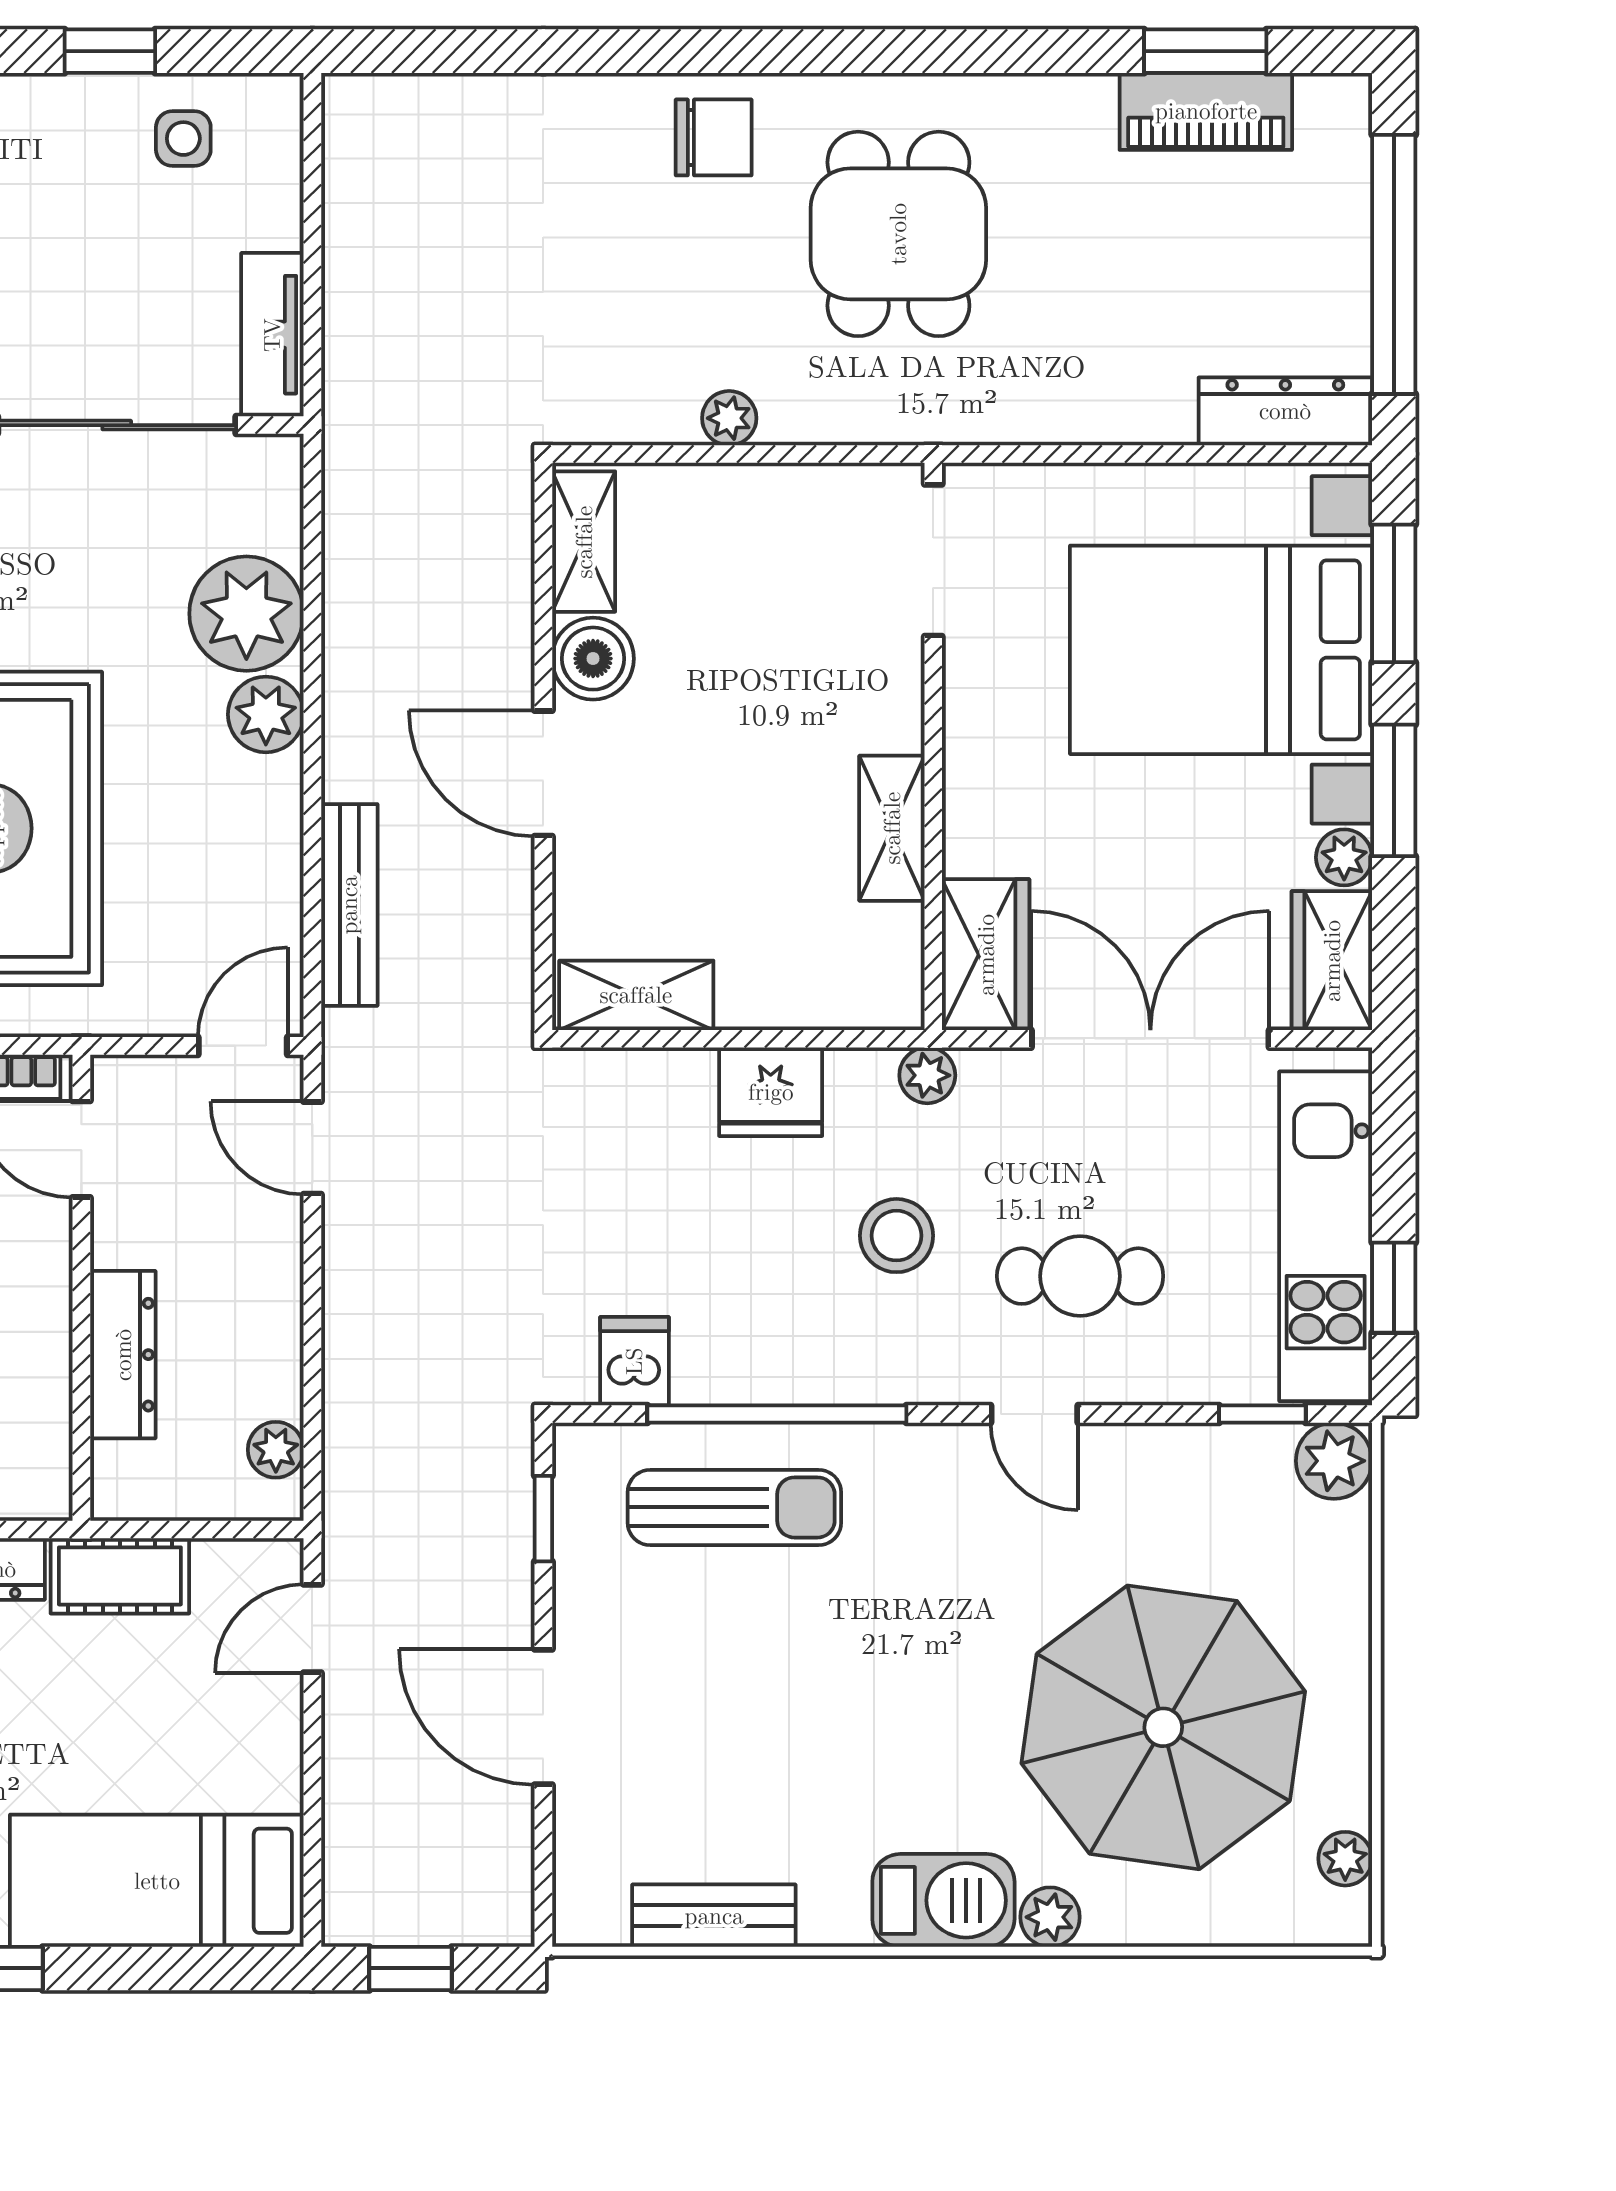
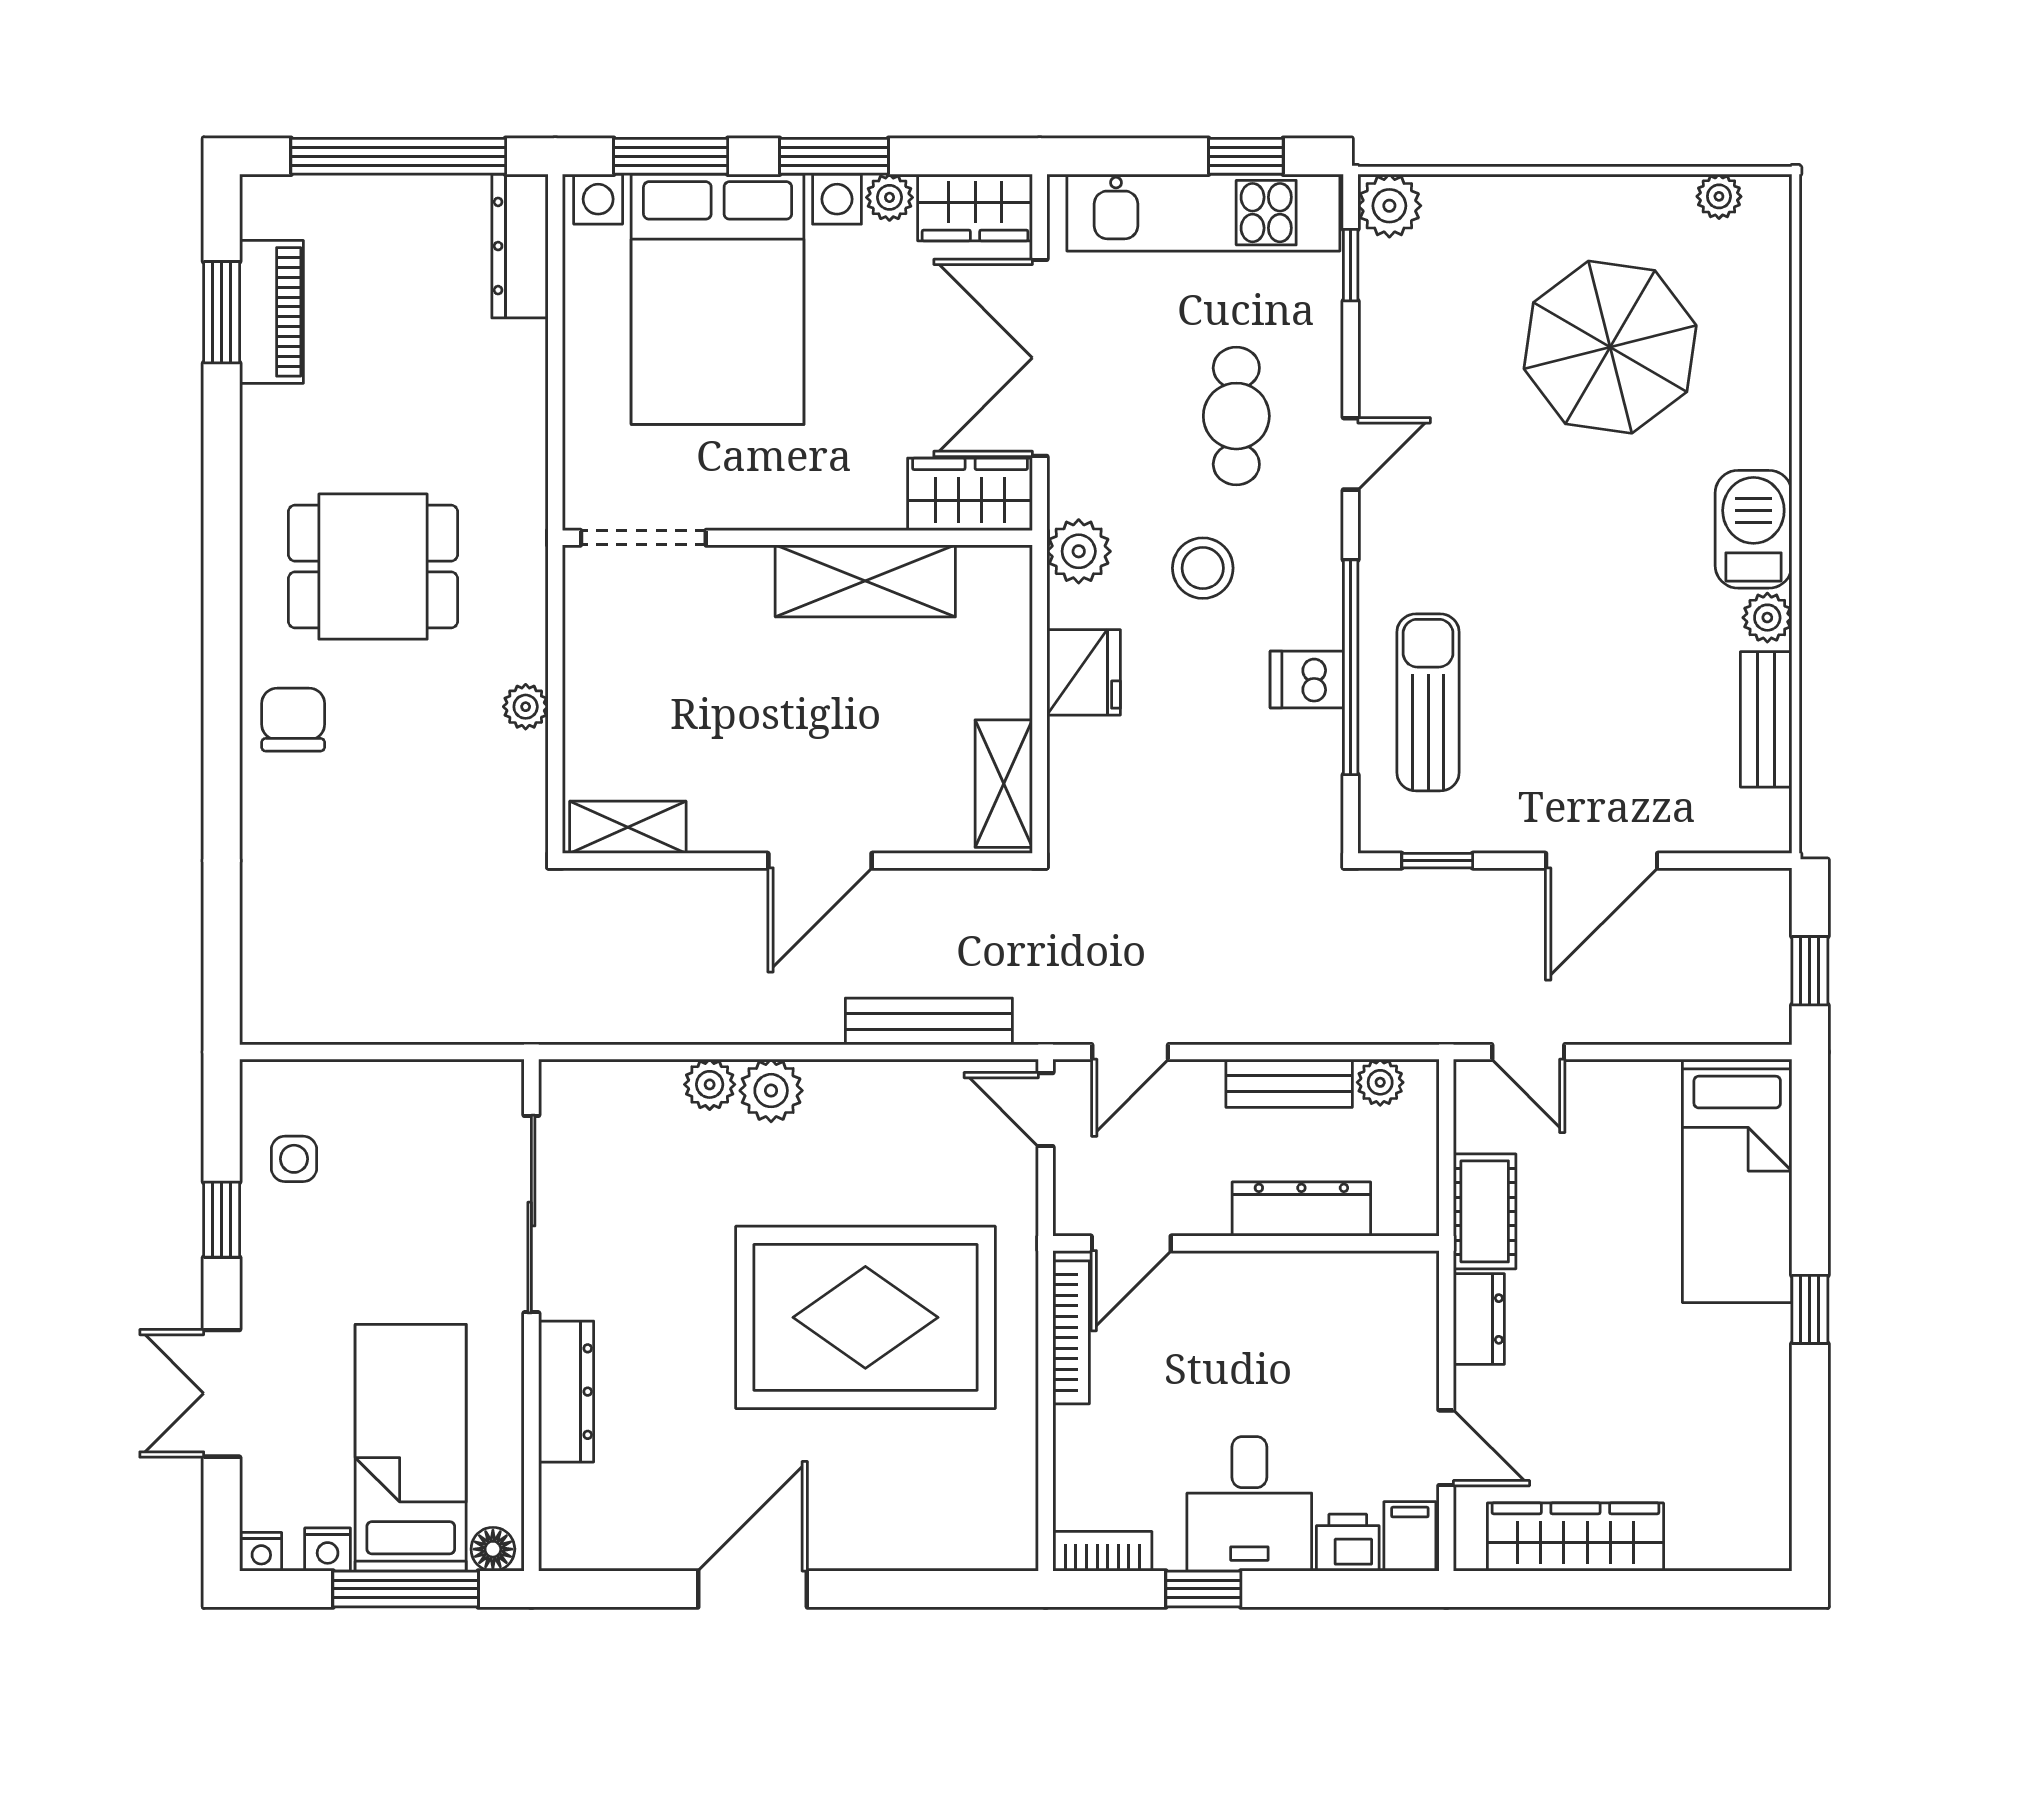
tv unit: (272, 335) -> (456, 1085), removed
plant: (246, 614) -> (710, 1084), width x0.53, depth x0.53
boiler: (593, 659) -> (725, 820), removed
shelving: (892, 828) -> (865, 581), width x1.50, depth x1.33
plant: (927, 1075) -> (1079, 551), width x1.38, depth x1.38
bench: (275, 1340) -> (1289, 1083), added
dishwasher: (634, 1361) -> (1307, 680), moved
parasol: (1163, 1727) -> (1610, 347), width x0.73, depth x0.73
plant: (1050, 1917) -> (1767, 618), moved

